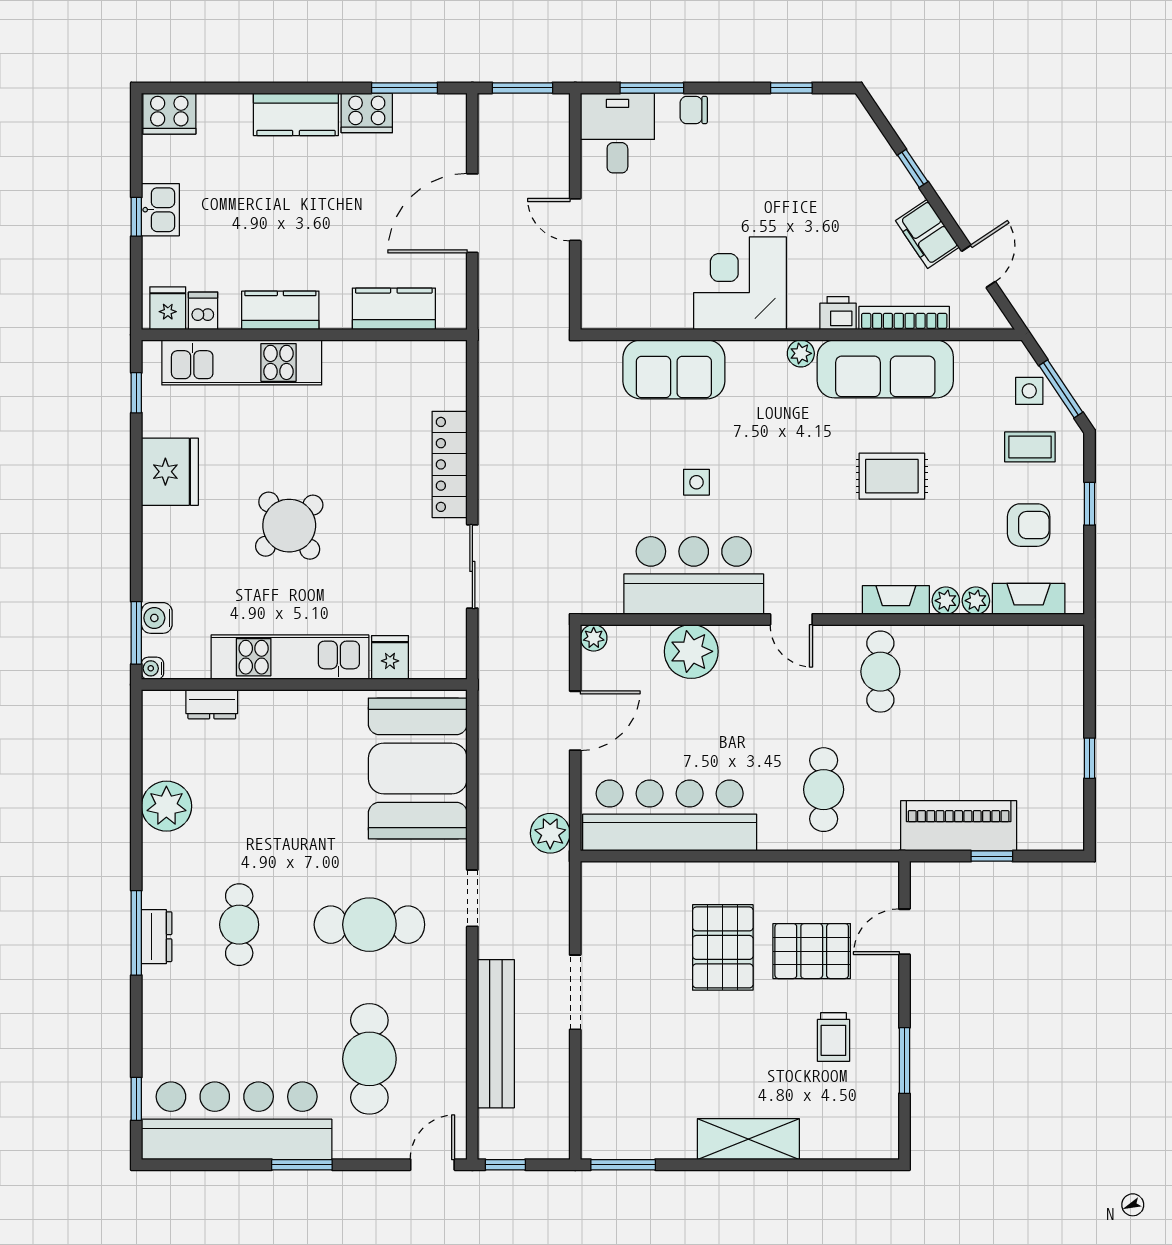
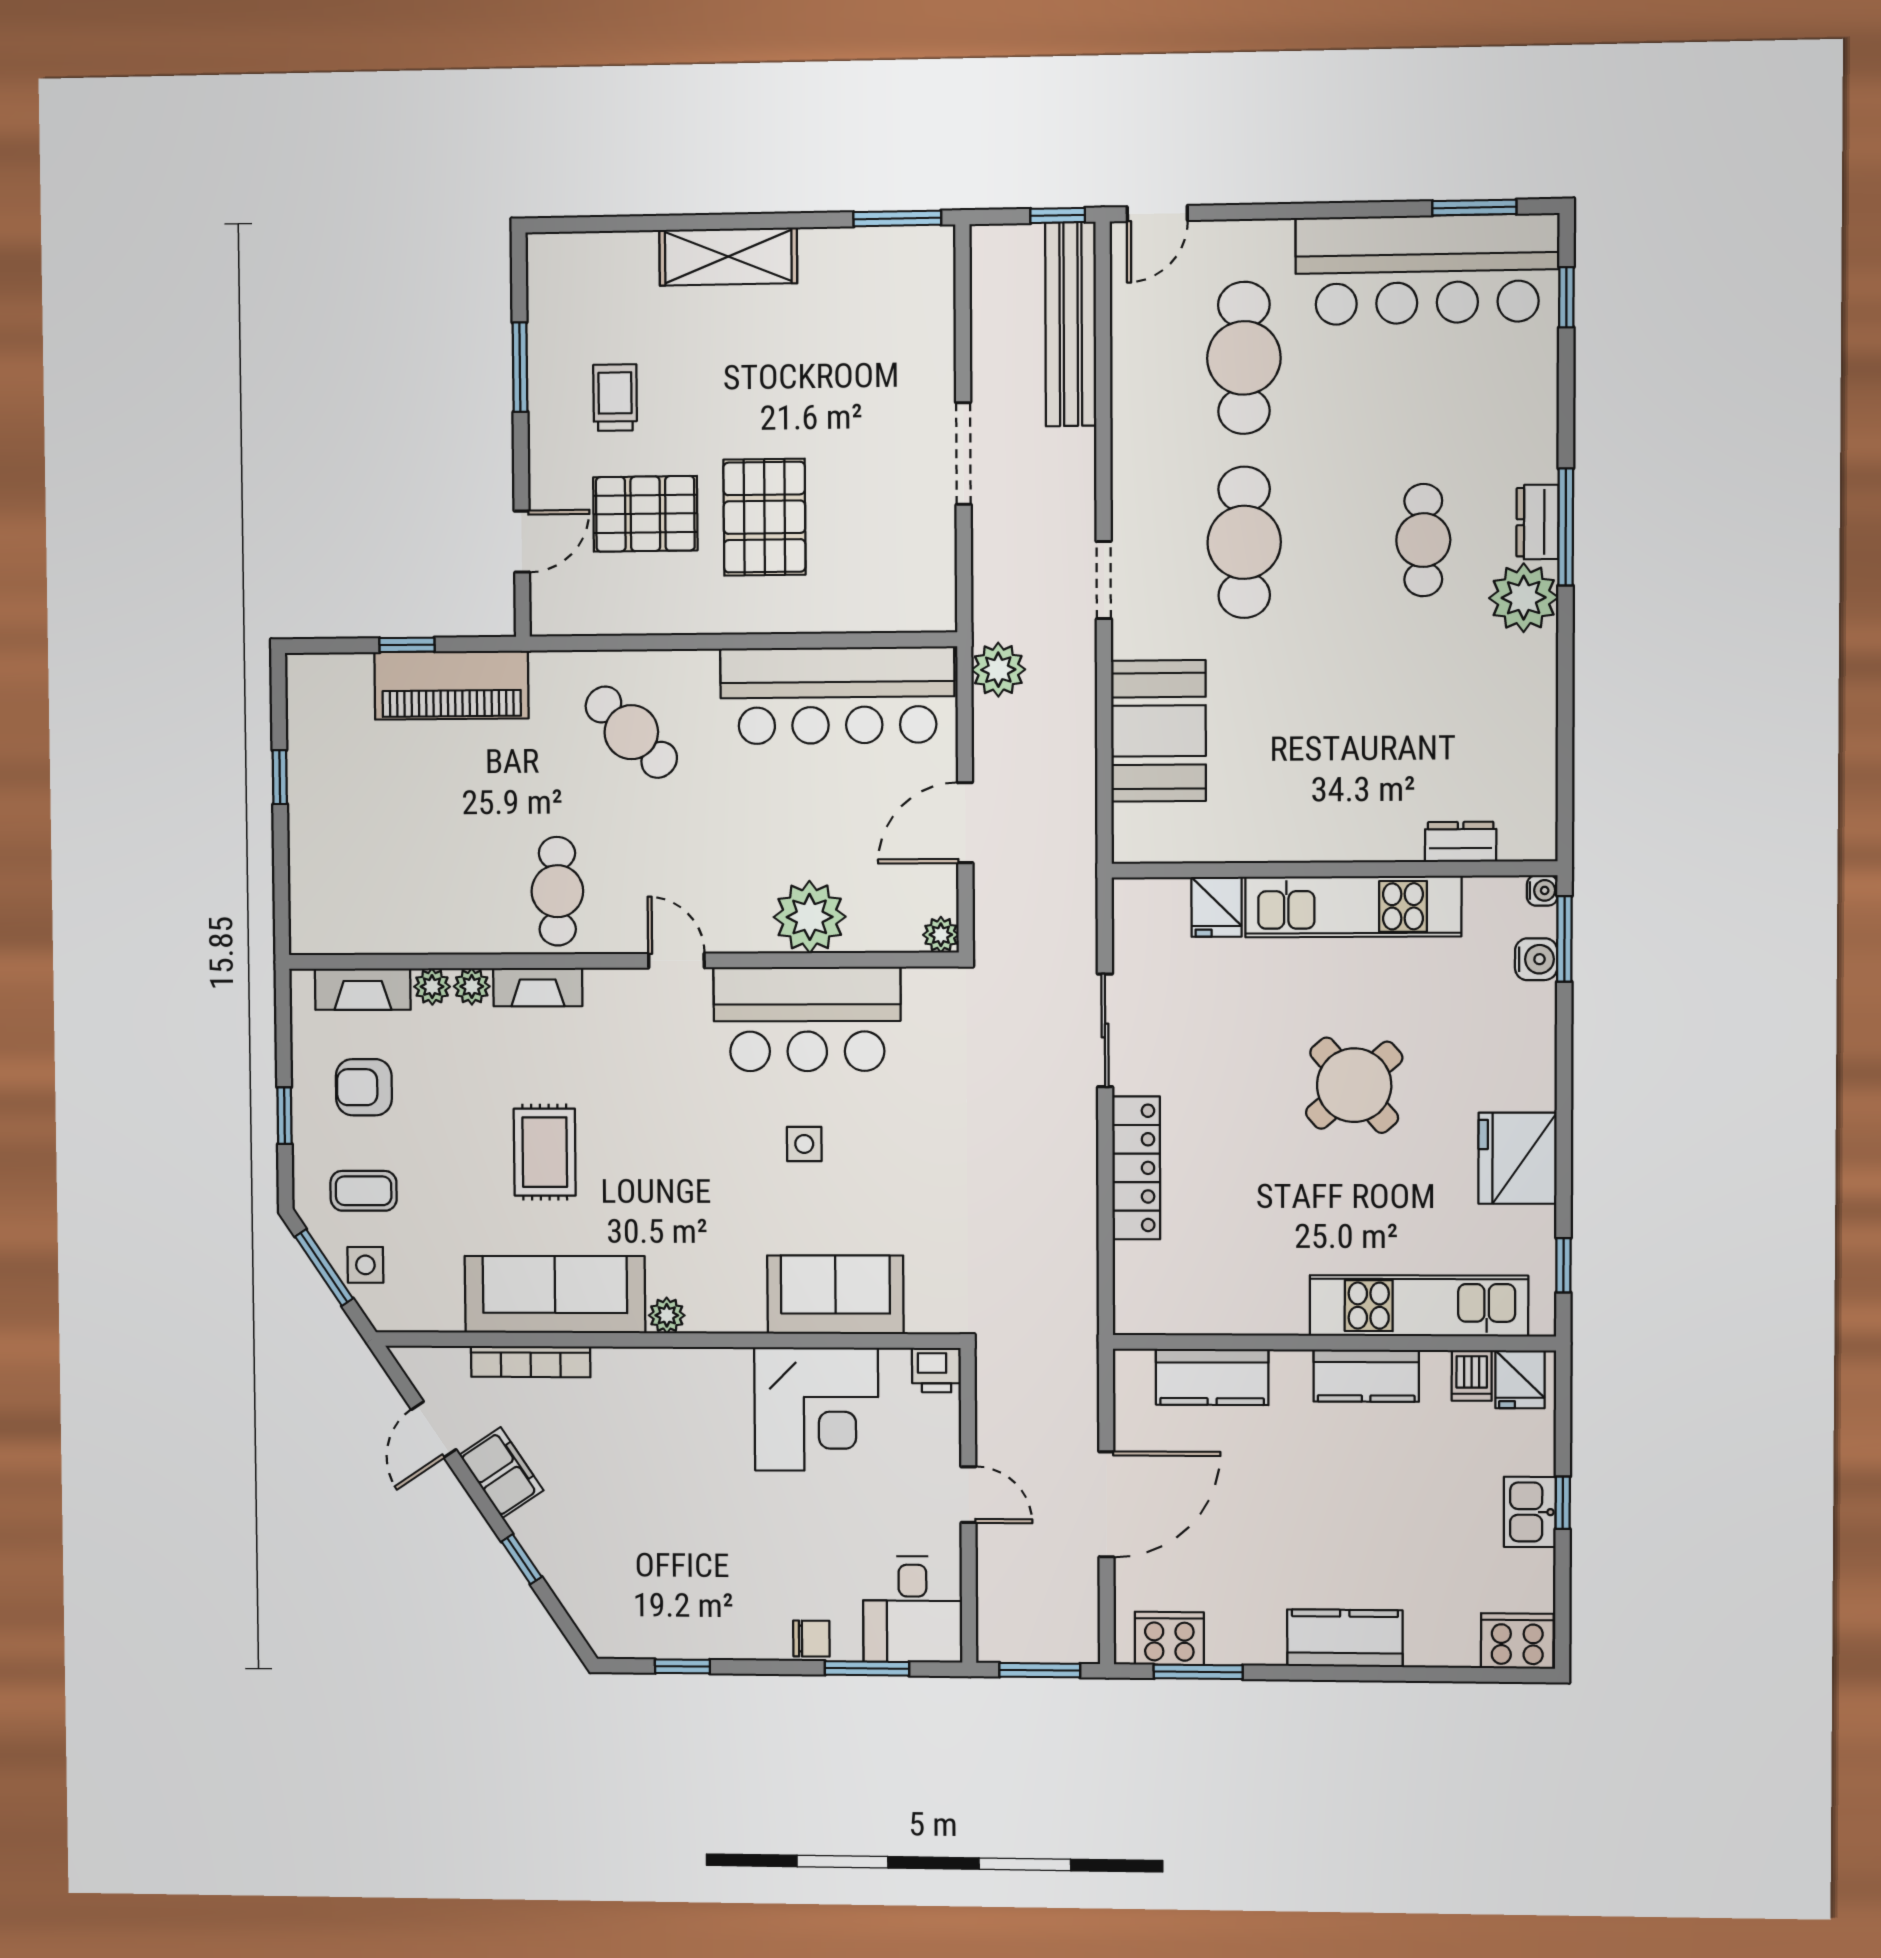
cooker: (367, 113) -> (1169, 1638), moved
corner desk: (740, 283) -> (816, 1409), moved
printer: (838, 313) -> (936, 1370), moved
rug: (892, 476) -> (545, 1152), turned 90
booth: (418, 768) -> (1158, 731), width x0.73, depth x0.70
cafe table: (824, 790) -> (631, 732), turned -45
plant: (166, 806) -> (1524, 598), moved
cafe table: (369, 925) -> (1244, 542), turned 90
bench: (496, 1034) -> (1071, 324), moved
window: (302, 1165) -> (1474, 208), moved

